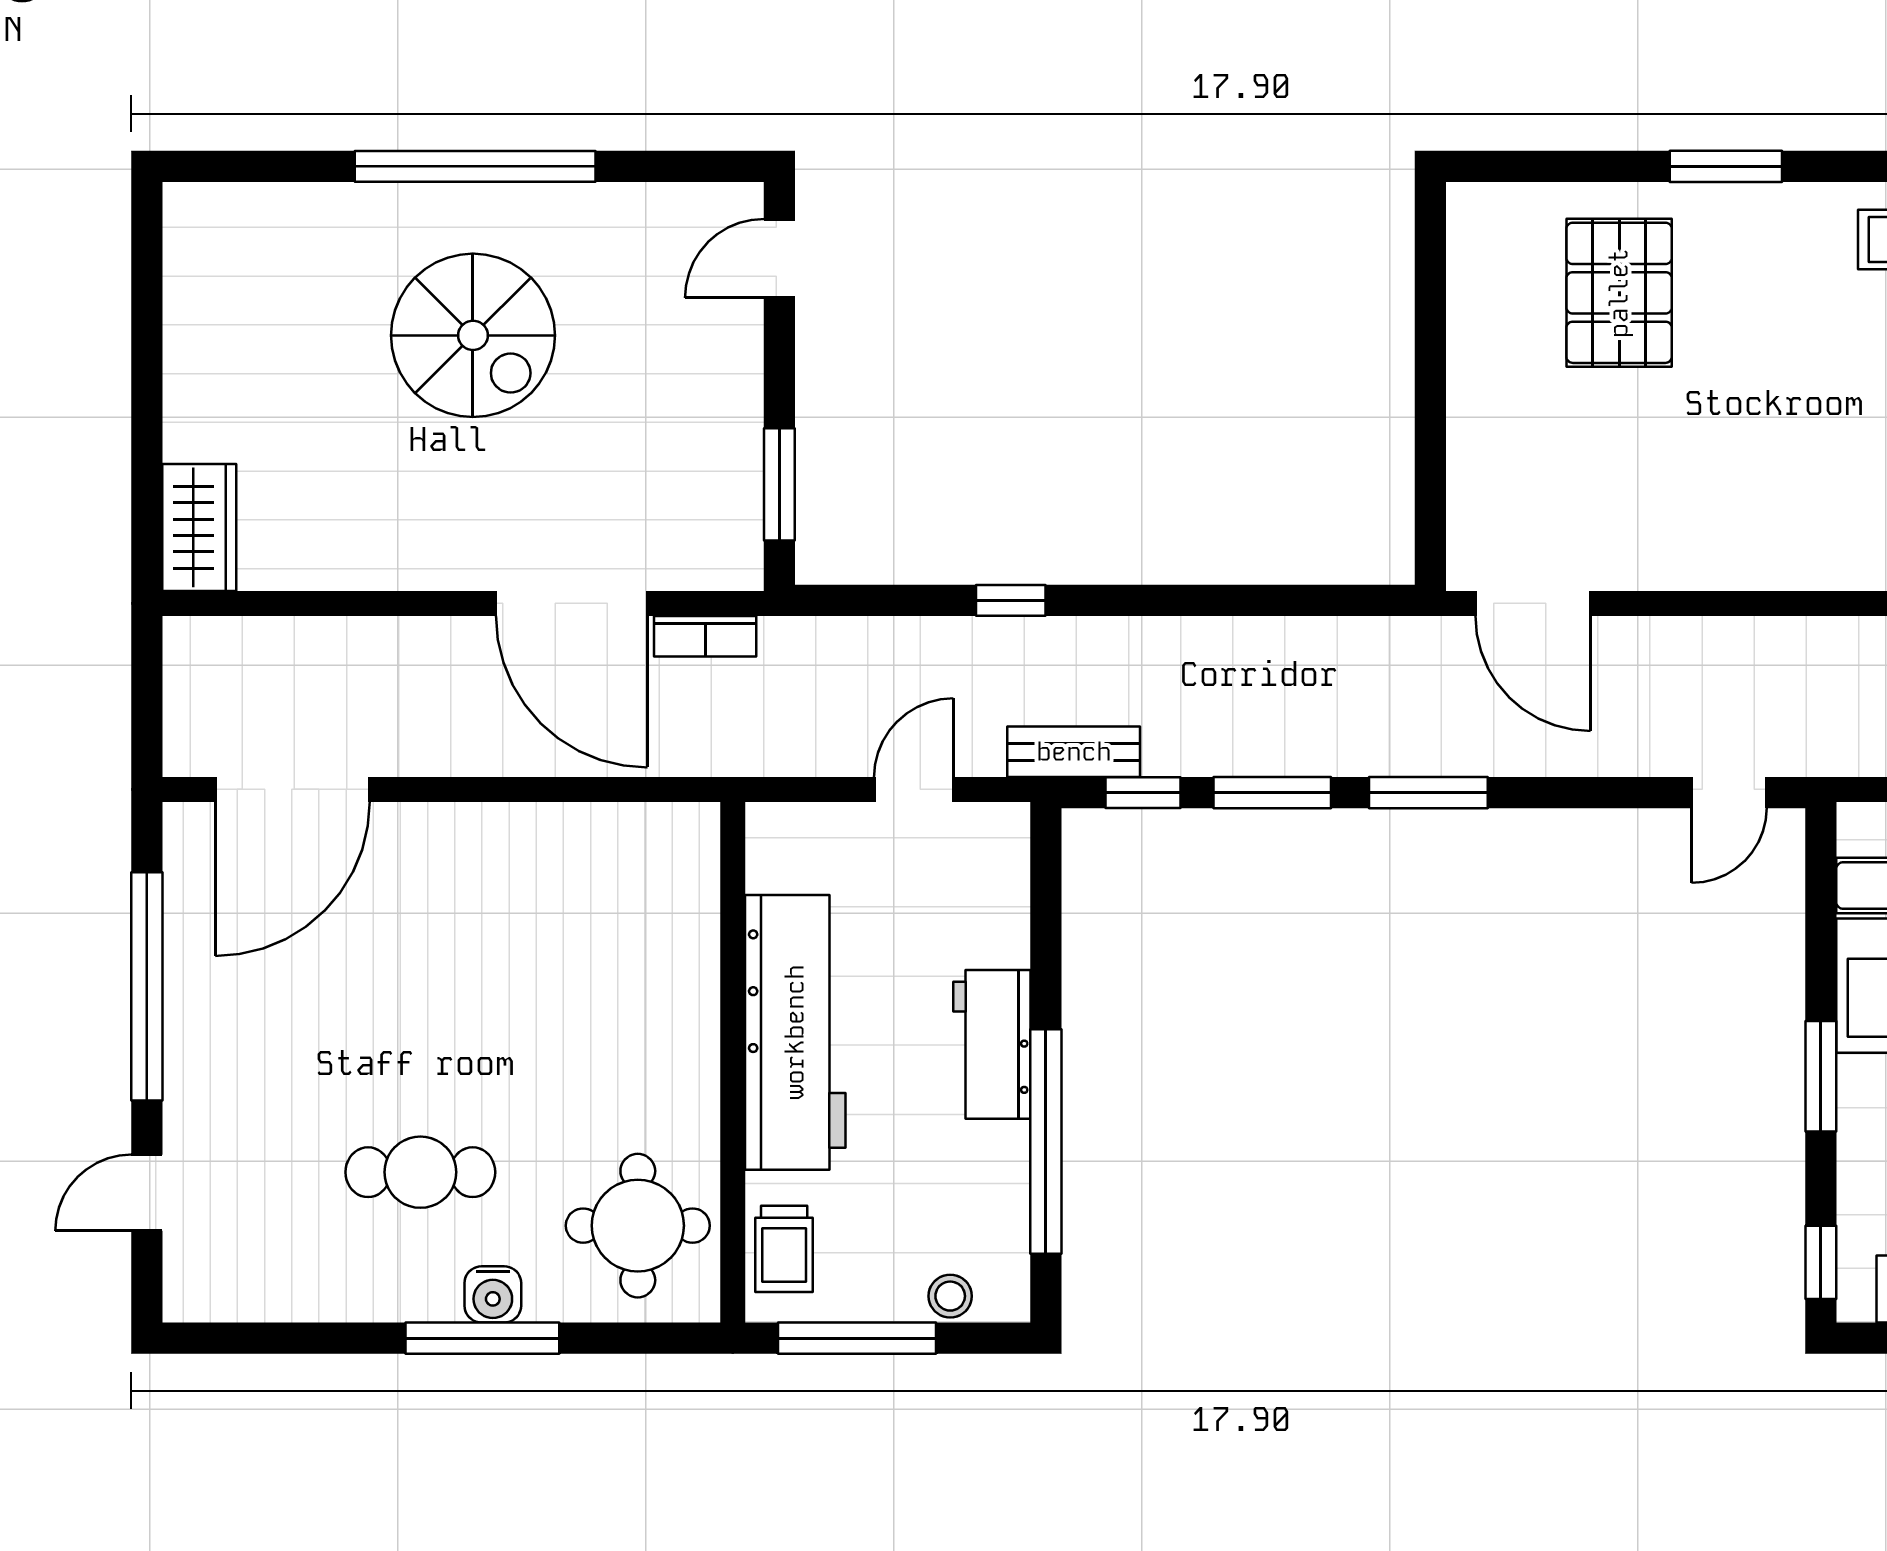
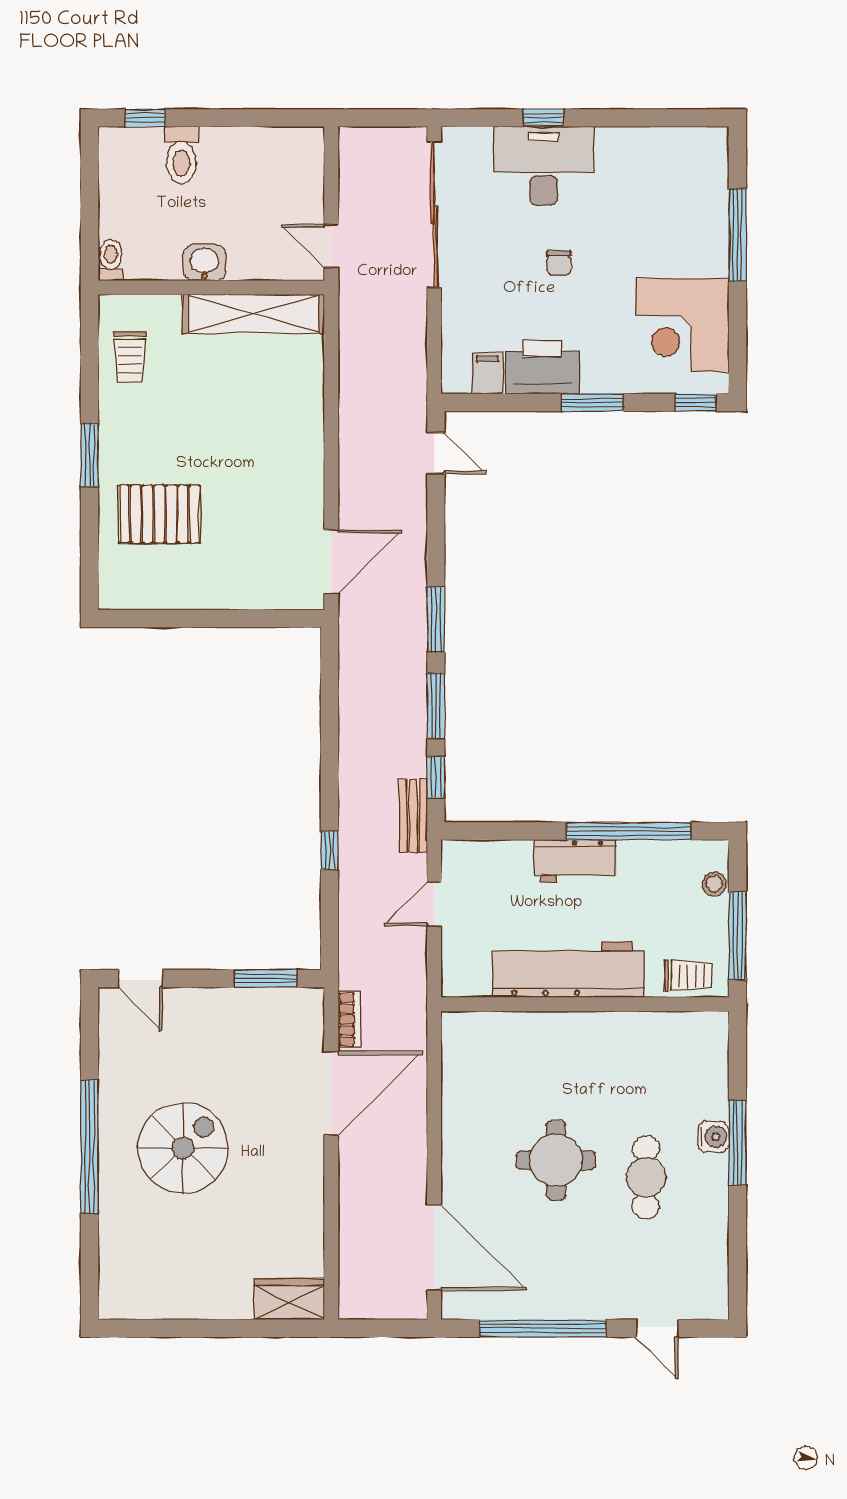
door: (914, 789) -> (434, 904), hinge flipped
round table: (638, 1226) -> (556, 1160), moved

